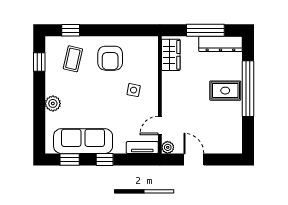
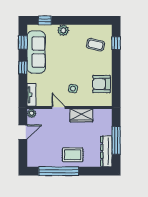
wardrobe: (171, 55) -> (81, 115), moved
armchair: (110, 58) -> (101, 84), moved
window: (39, 62) -> (45, 20), moved
window: (248, 89) -> (59, 171), moved
rug: (225, 91) -> (73, 155), turned 90
door: (160, 125) -> (58, 107), moved

